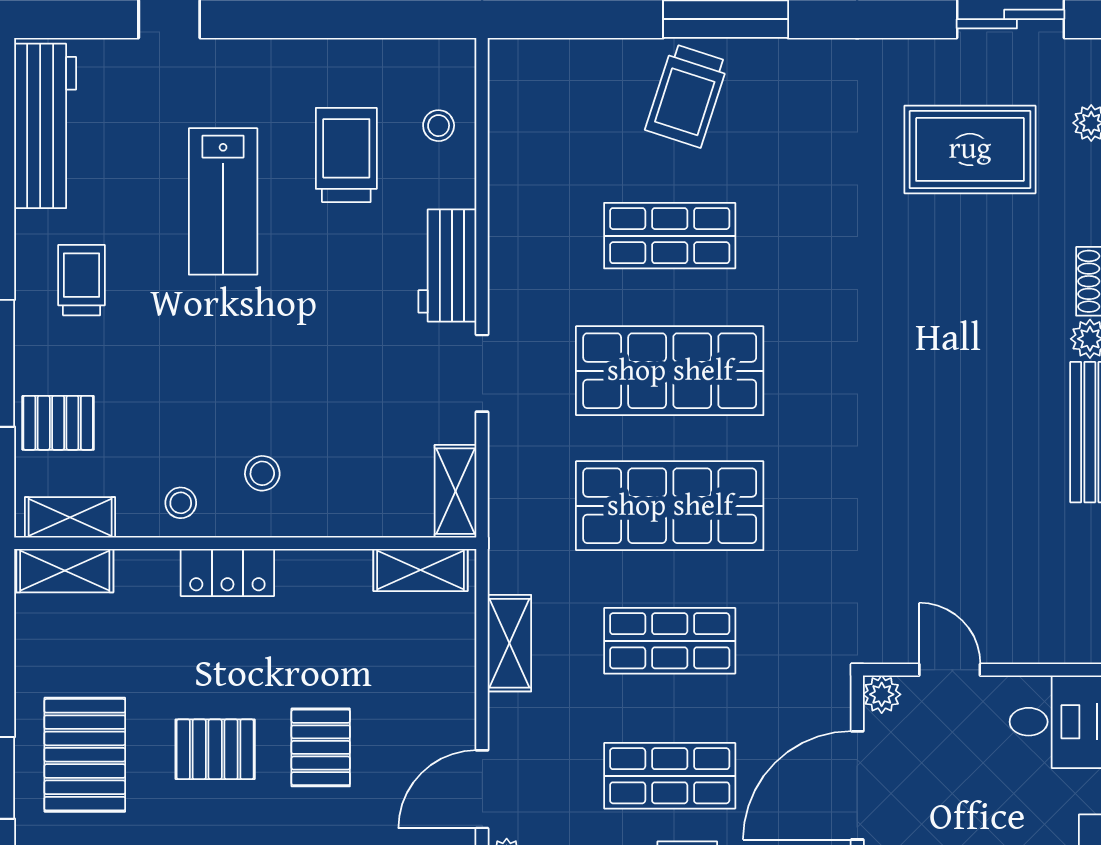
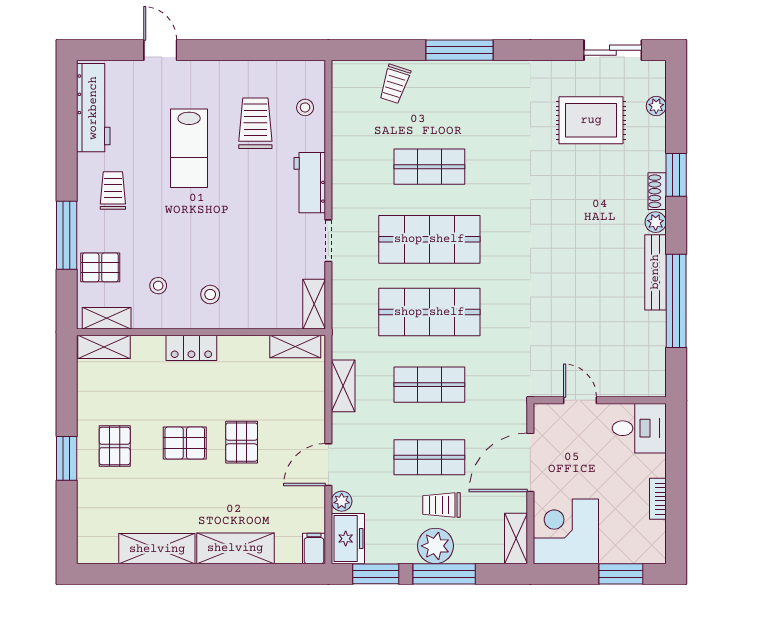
trolley: (687, 96) -> (395, 84), moved, width x0.73, depth x0.72
stool: (181, 503) -> (158, 286), moved
plant: (882, 694) -> (544, 413), removed
pallet: (85, 755) -> (115, 446), width x0.67, depth x0.71

